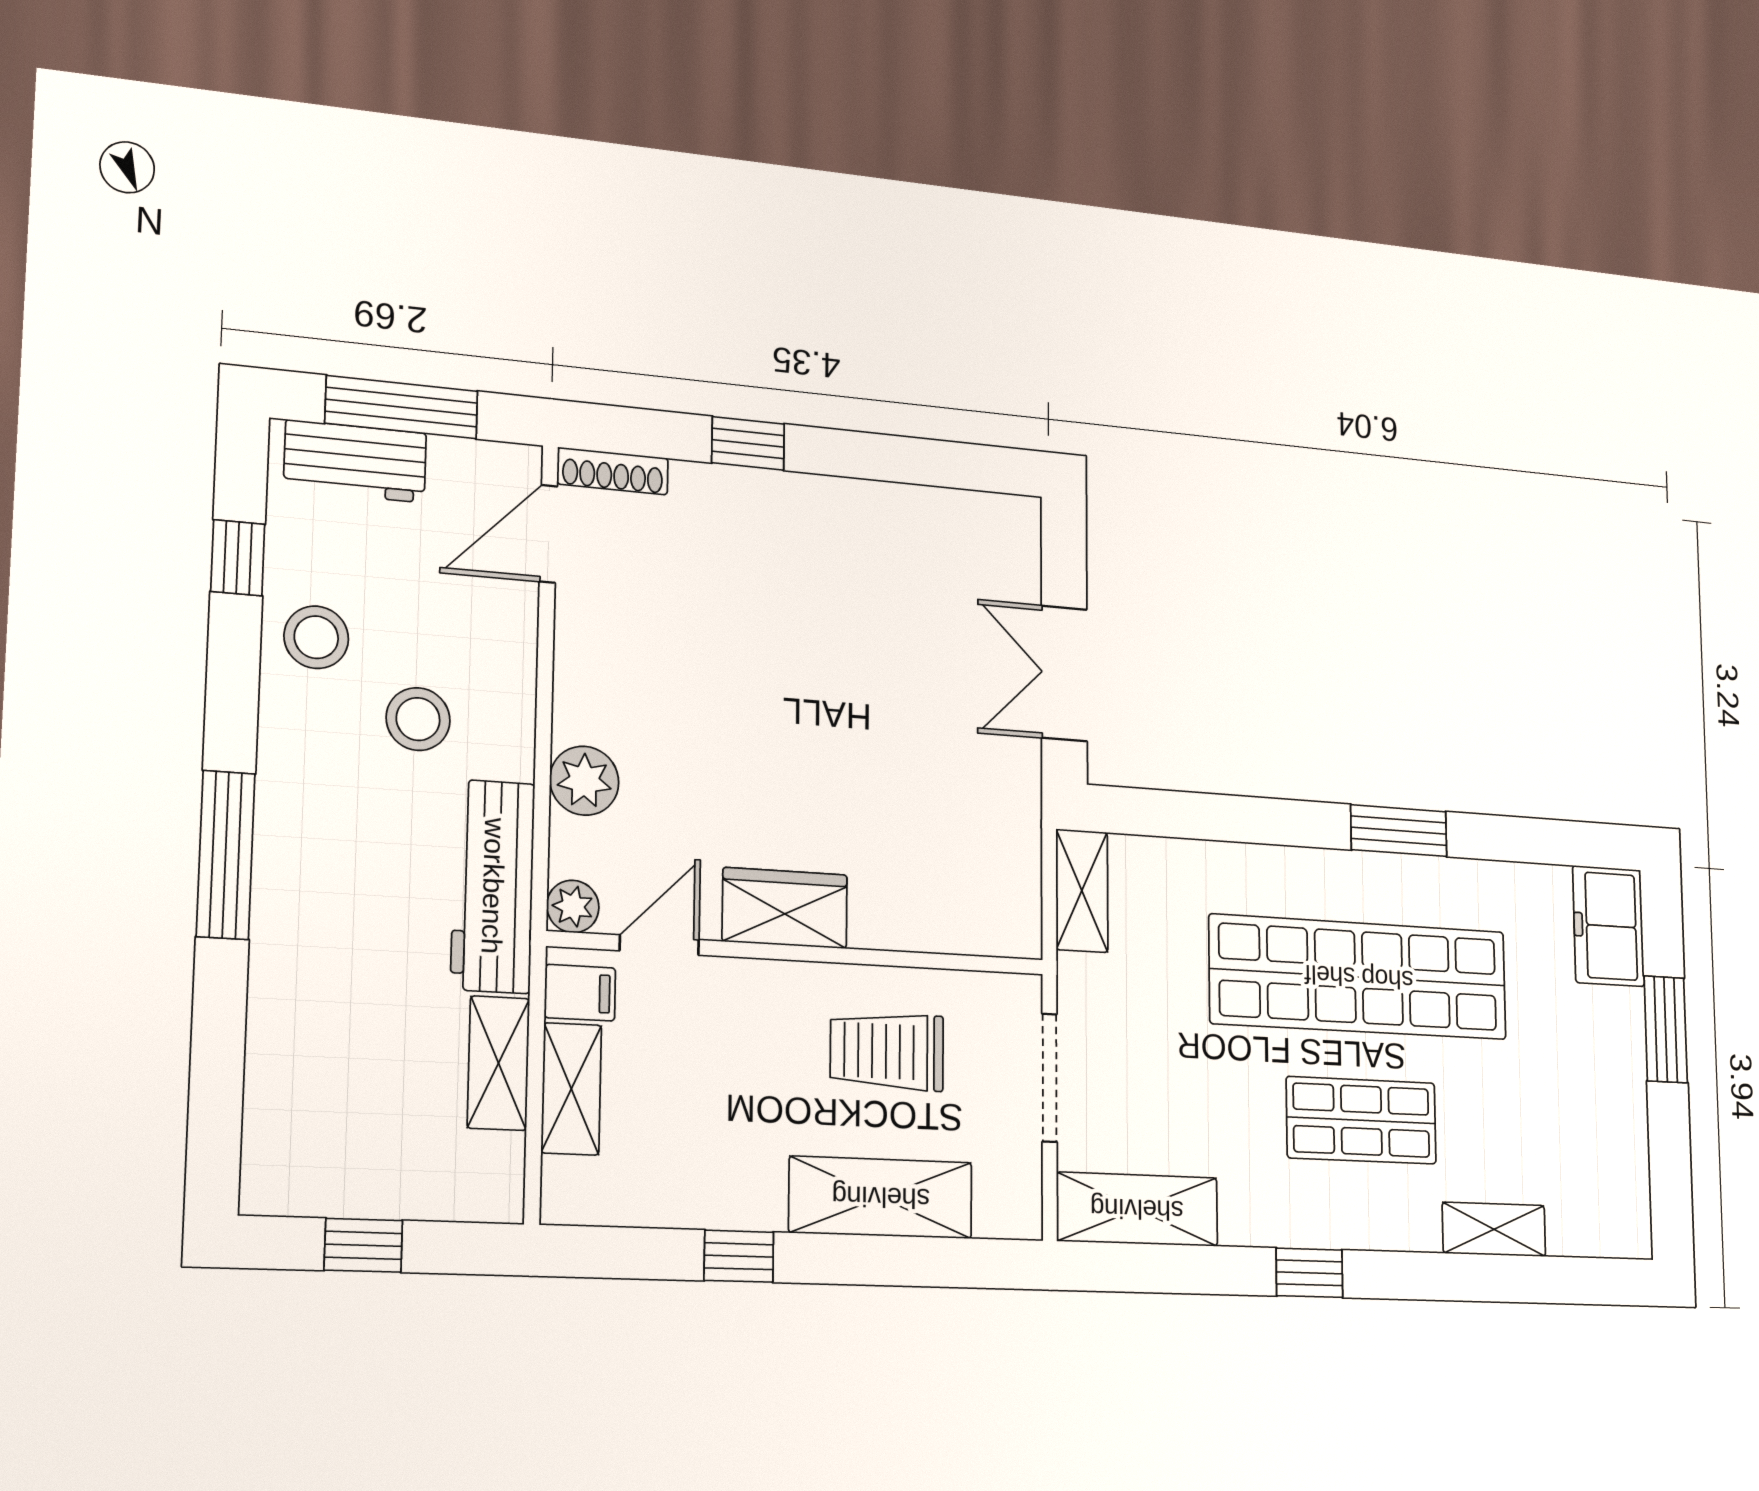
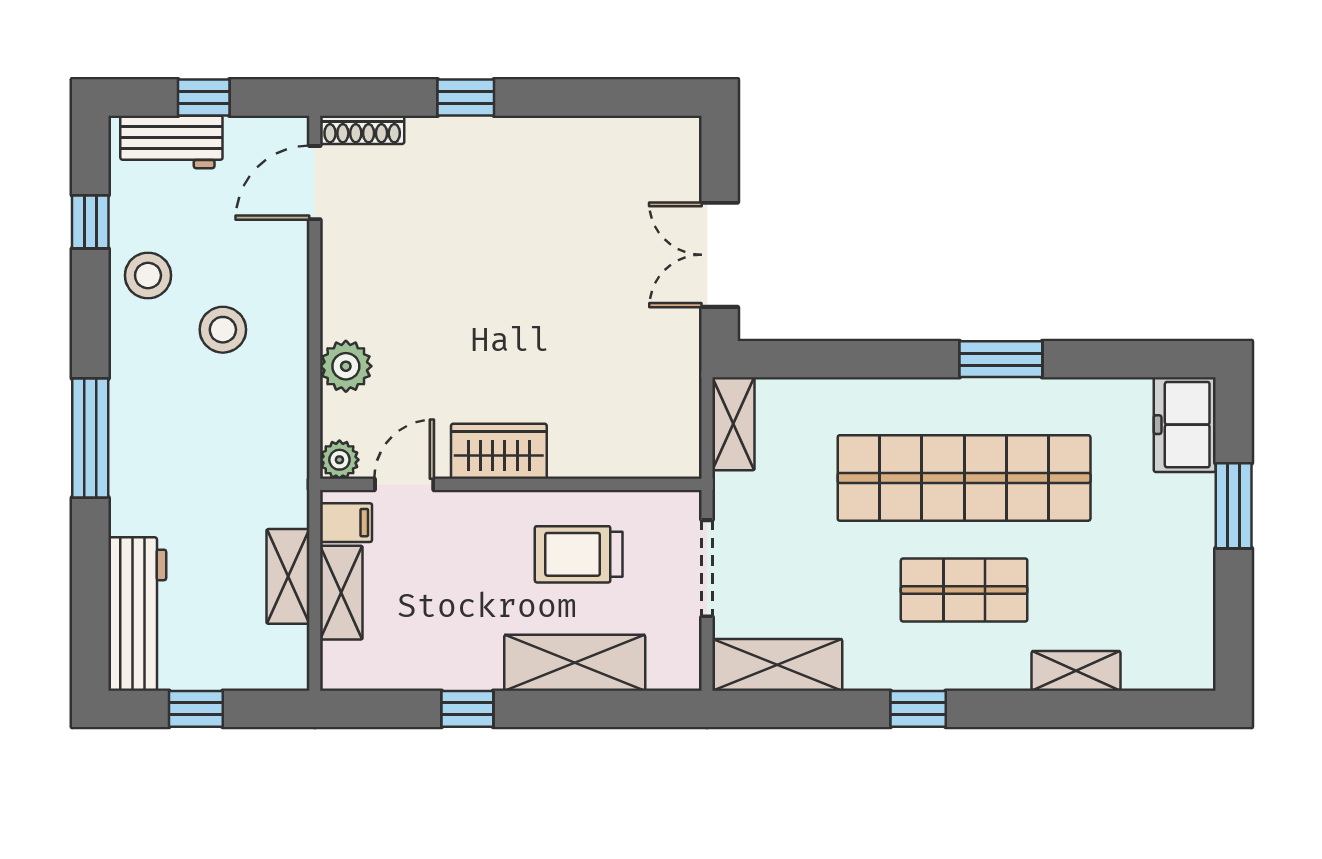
window: (402, 407) -> (204, 98), width x0.46
workbench: (493, 886) -> (137, 614), moved, turned 180

